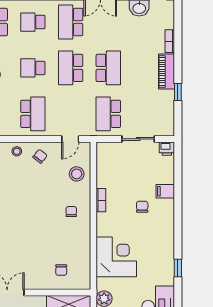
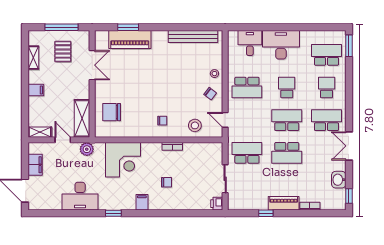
filing cabinet: (165, 191) -> (142, 202), moved
chair: (61, 270) -> (112, 112), width x1.87, depth x1.87

